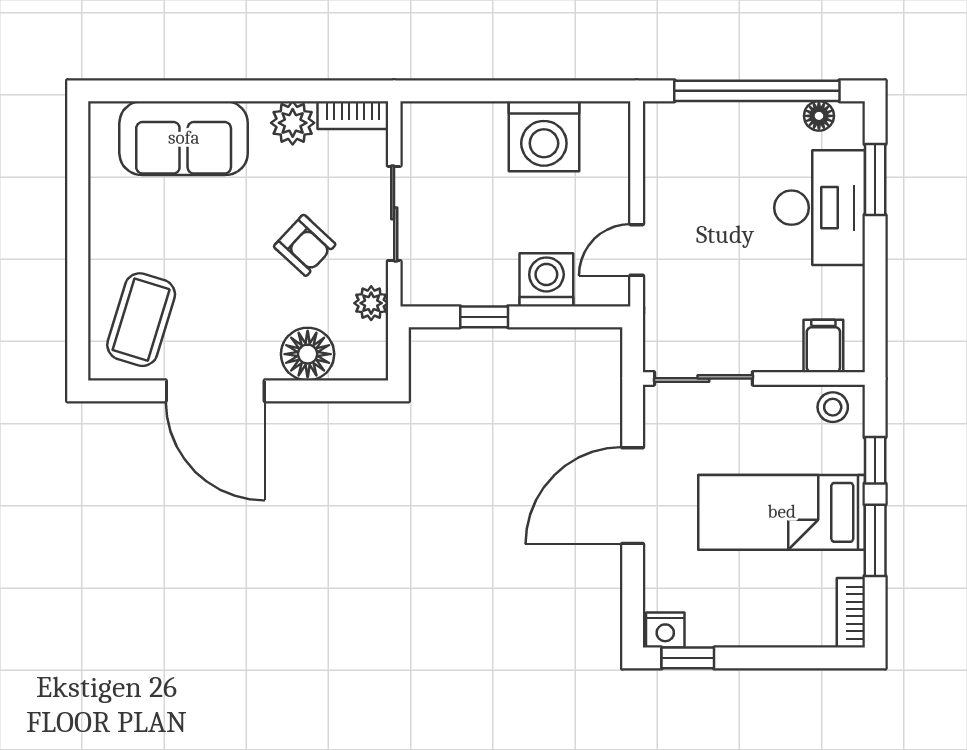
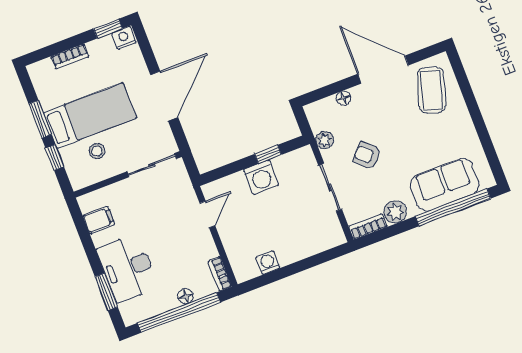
window: (184, 91) -> (453, 207), added
floor lamp: (819, 116) -> (186, 296), moved
bookcase: (656, 133) -> (220, 274), added
washing machine: (544, 136) -> (268, 263), width x0.53, depth x0.53
washing machine: (546, 280) -> (261, 177), moved
filing cabinet: (823, 346) -> (99, 220), moved, turned -90
floor lamp: (308, 354) -> (343, 98), width x0.53, depth x0.53
stool: (833, 407) -> (97, 151), moved
bookcase: (851, 613) -> (70, 56), moved, turned 90

